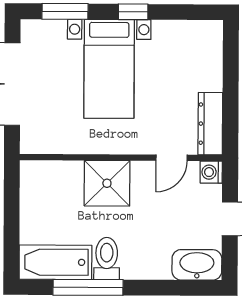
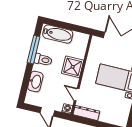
bathtub: (55, 262) -> (58, 34), moved, turned 90
washbasin: (197, 265) -> (35, 82), moved

